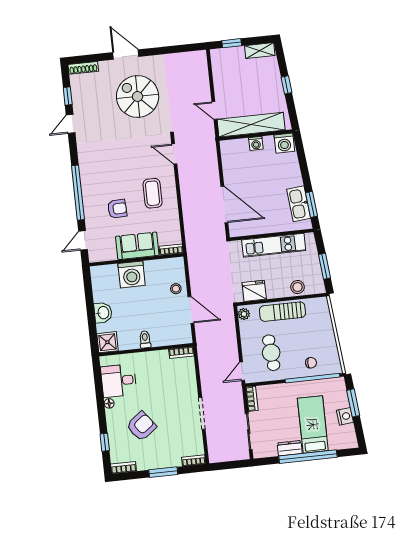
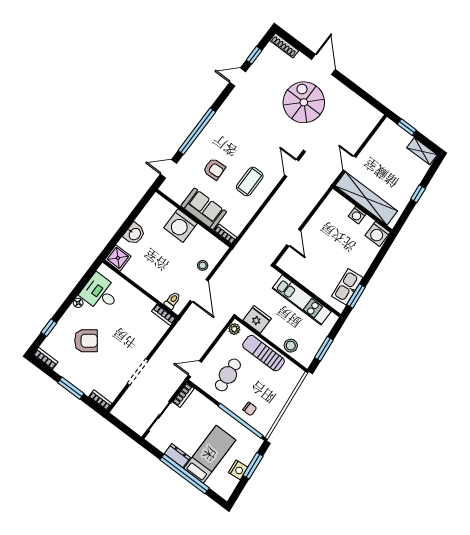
door: (224, 205) -> (294, 238), width x0.53
toilet: (145, 339) -> (172, 300), moved

